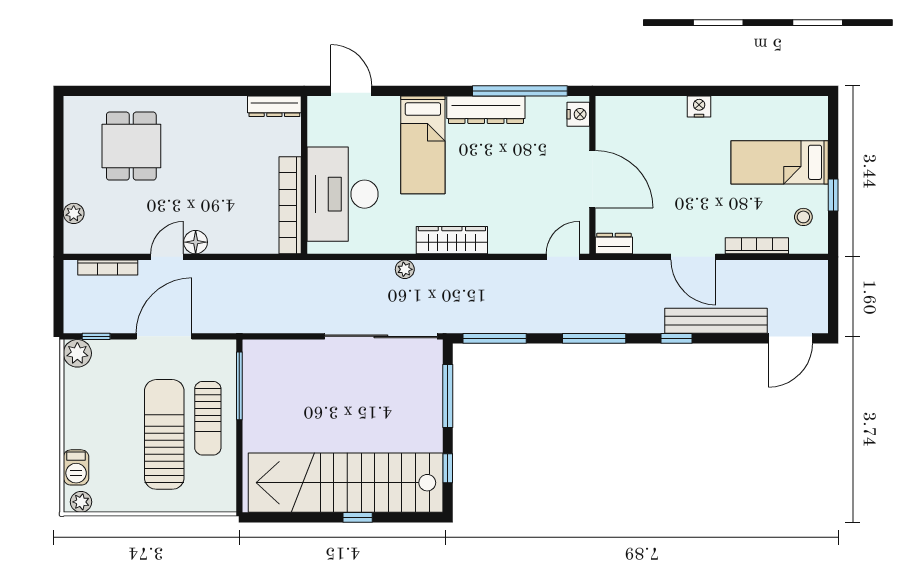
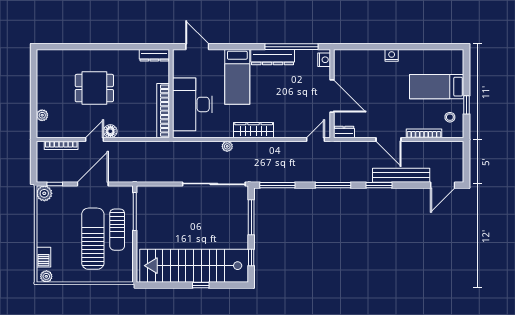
dining table: (131, 146) -> (94, 88), moved, turned 90
window: (677, 338) -> (379, 185), width x1.50

